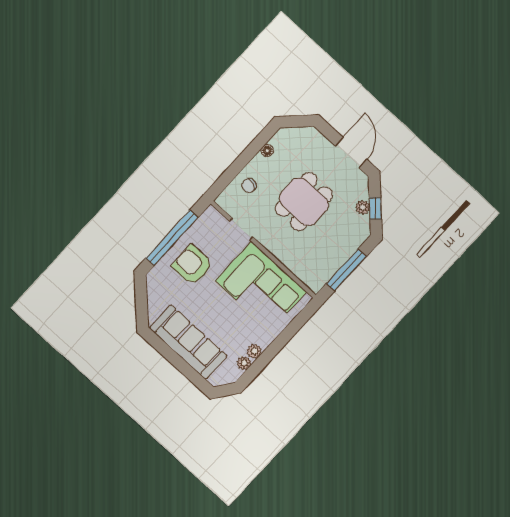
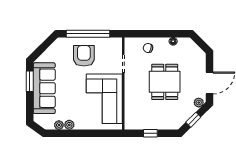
dining table: (304, 202) -> (165, 82), turned 90
plant: (363, 207) -> (199, 103), moved
window: (346, 270) -> (150, 133), width x0.46
window: (166, 351) -> (30, 81), added

